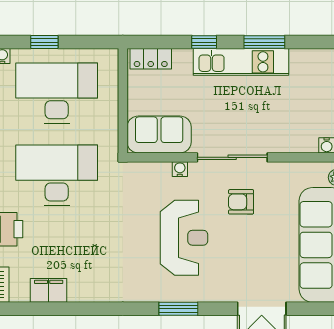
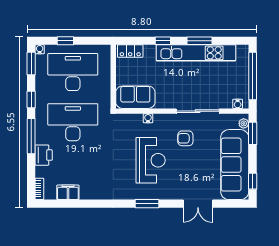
kitchen unit: (241, 62) -> (196, 53), width x1.36
sliding door: (232, 157) -> (198, 111), moved

